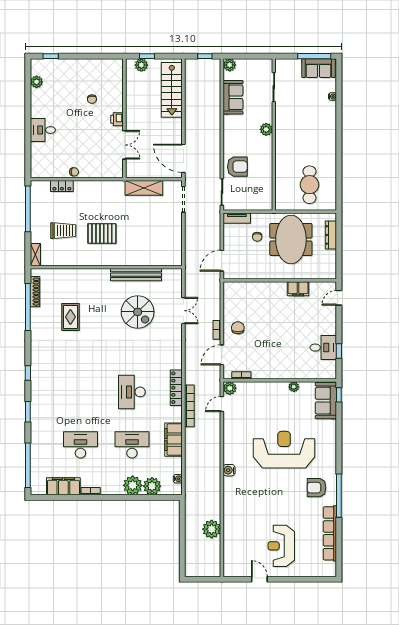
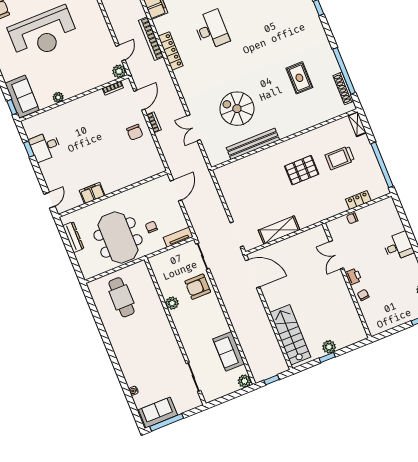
wall: (124, 118) -> (347, 280), moved
printer: (117, 119) -> (353, 277), moved
plant: (266, 129) -> (172, 303), moved
double door: (124, 145) -> (336, 255), moved
dresser: (331, 235) -> (73, 237), moved

